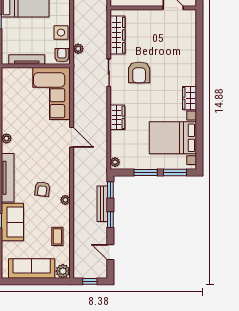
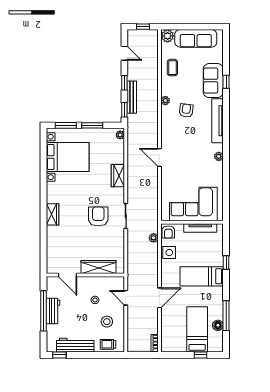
wardrobe: (118, 35) -> (98, 267), moved, turned 90
corner sofa: (52, 94) -> (193, 204), moved, turned -90
wardrobe: (189, 98) -> (53, 214), moved

